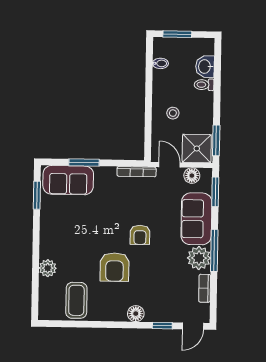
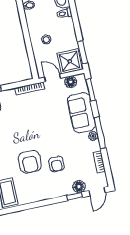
armchair: (140, 235) -> (56, 164), moved
plant: (199, 258) -> (93, 136), width x0.53, depth x0.53
floor lamp: (136, 314) -> (79, 187), moved

